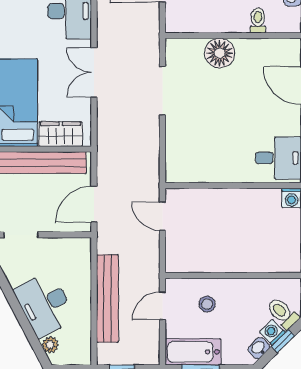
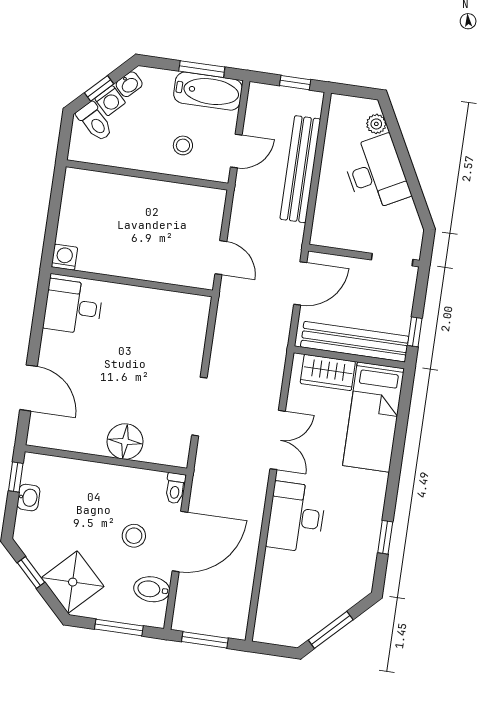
toilet: (258, 21) -> (175, 488), moved

